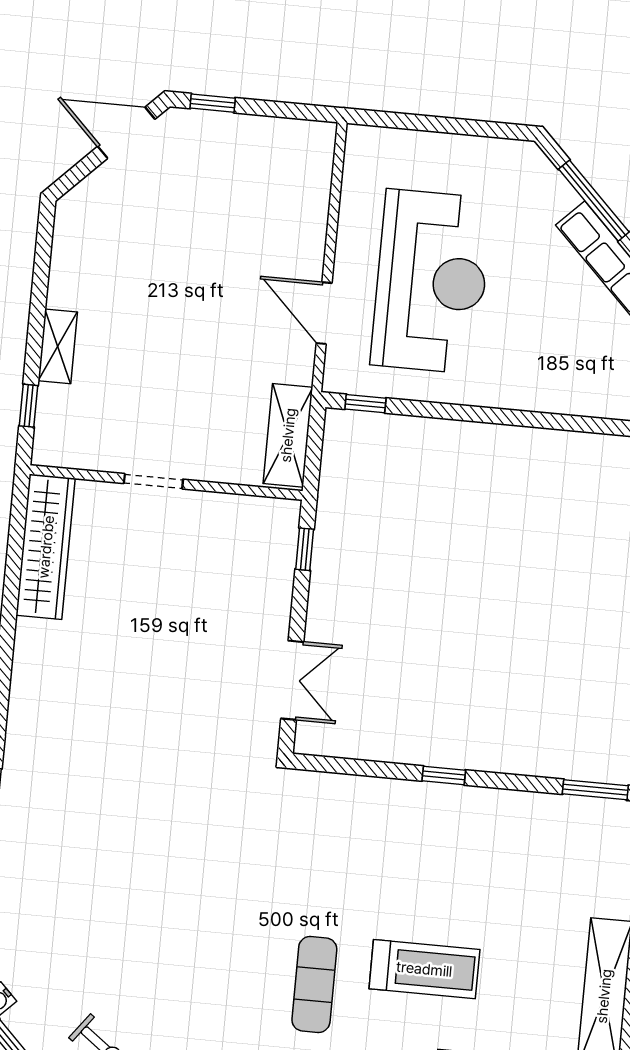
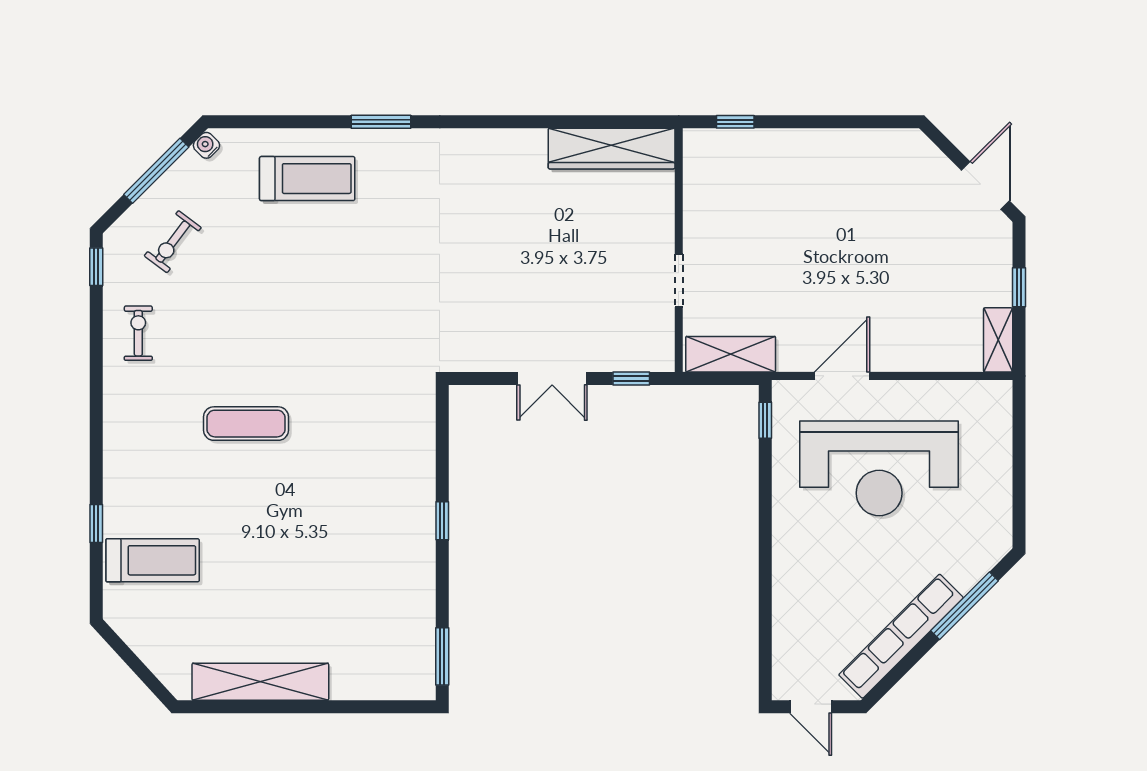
window: (213, 103) -> (1019, 287), moved
shelving: (58, 346) -> (998, 340), moved, turned 90
doorway: (153, 481) -> (679, 281), moved
double door: (292, 680) -> (552, 379), moved
treadmill: (424, 969) -> (307, 179), moved, turned -90

